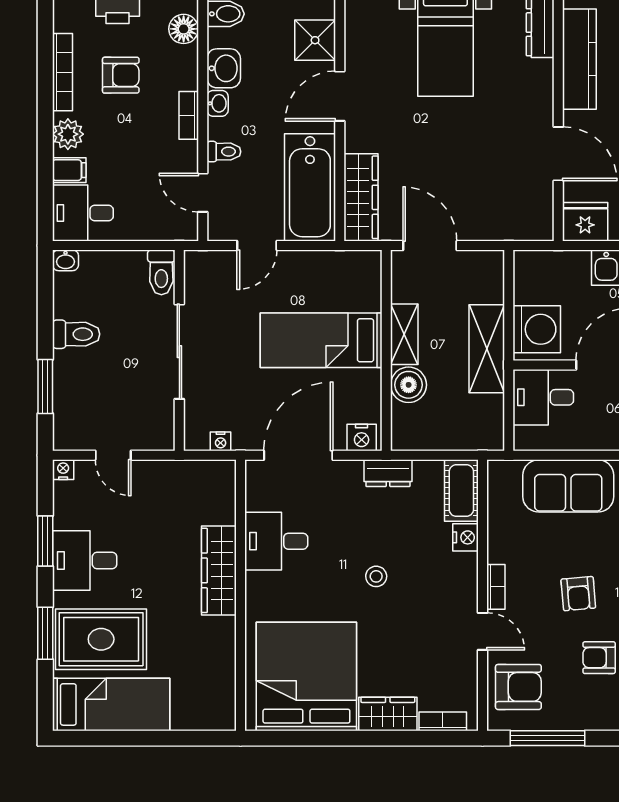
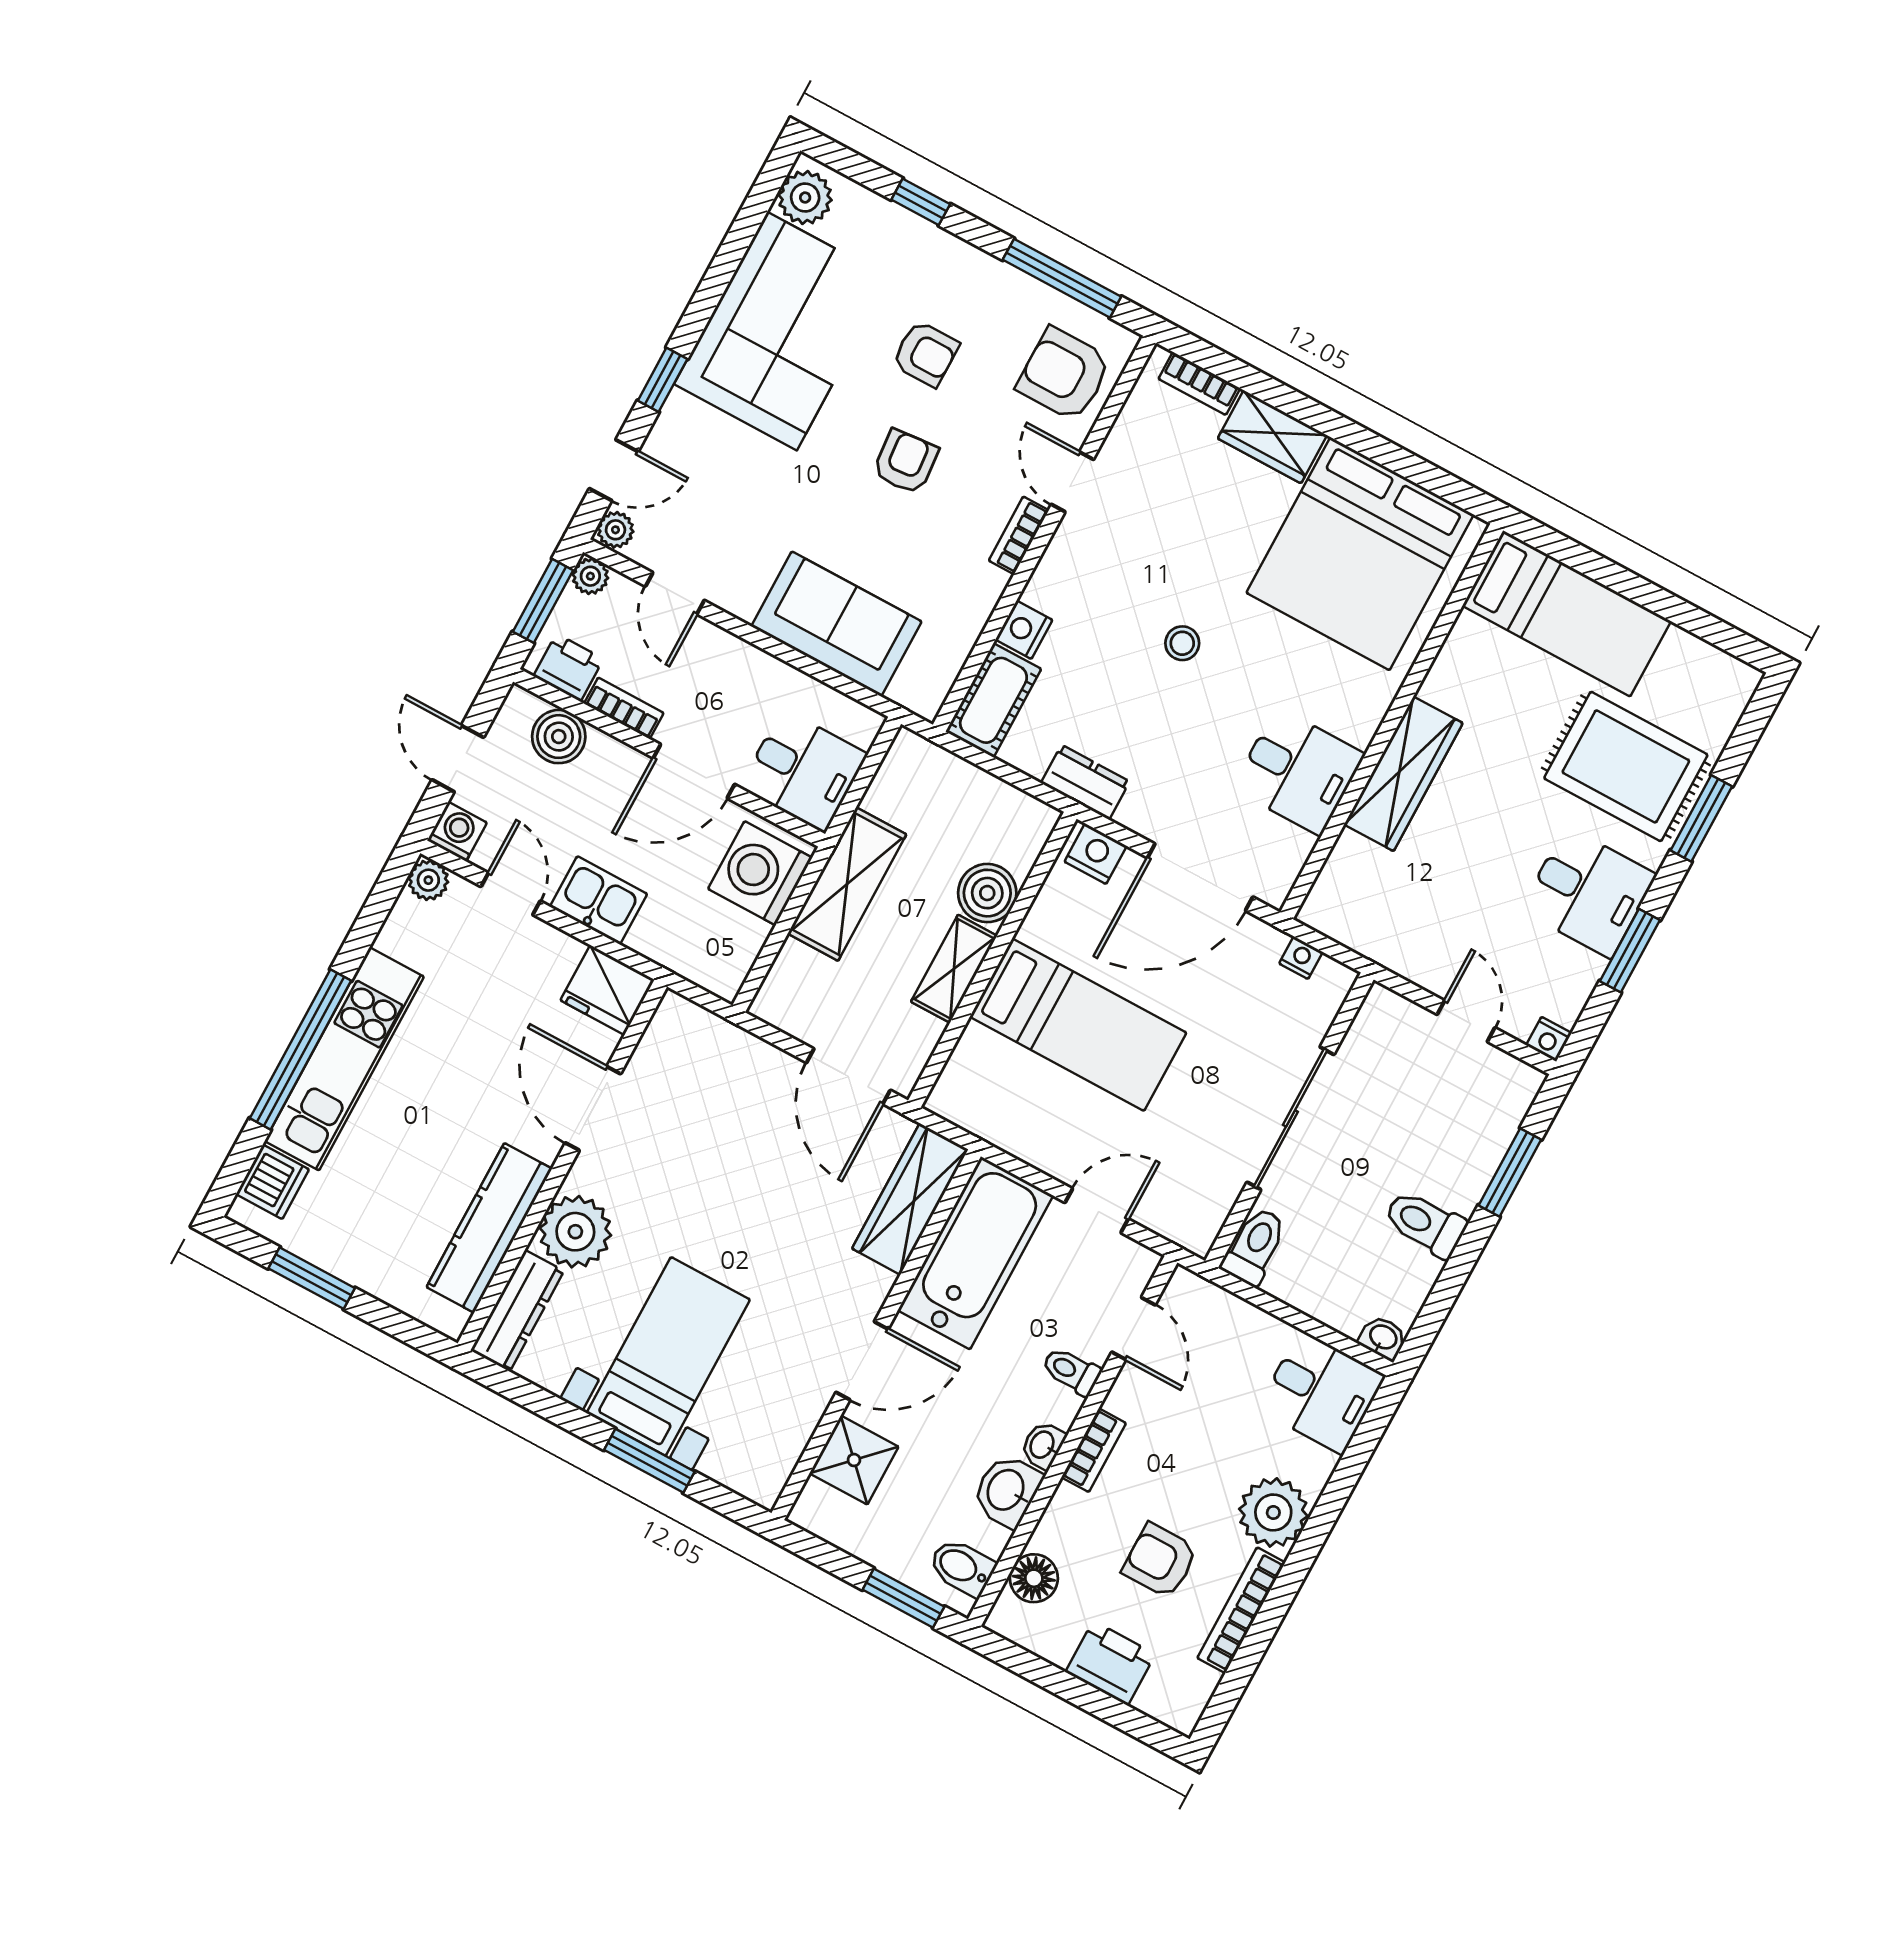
plant: (532, 82) -> (575, 1232), added
plant: (68, 134) -> (1273, 1512), width x1.36, depth x1.36
filing cabinet: (69, 170) -> (1308, 1464), removed
bed: (111, 704) -> (1567, 613), moved, turned 180

